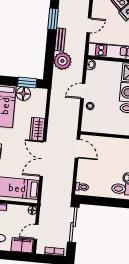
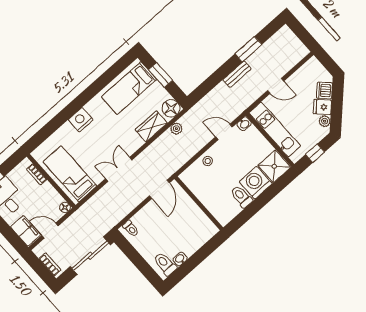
plant: (62, 61) -> (176, 129), moved, width x0.53, depth x0.53
window: (27, 82) -> (160, 75), moved
door: (83, 91) -> (224, 132), moved
floor lamp: (23, 94) -> (171, 108), moved
wardrobe: (37, 129) -> (151, 126), moved
double door: (43, 159) -> (119, 169), width x0.73

